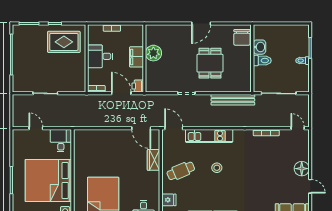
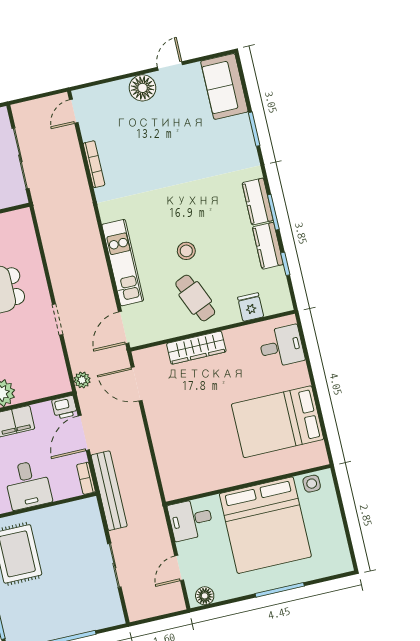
plant: (150, 99) -> (82, 380), added
bench: (233, 100) -> (109, 491), moved
door: (141, 128) -> (137, 384), swing flipped
floor lamp: (18, 139) -> (205, 596), added
wardrobe: (154, 160) -> (196, 348), width x1.50
stool: (217, 168) -> (186, 251), moved

